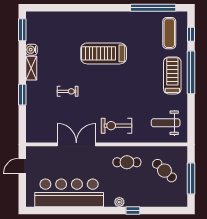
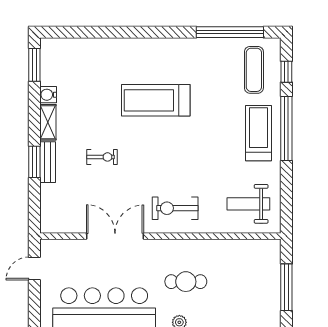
bench: (31, 95) -> (48, 162), added
cafe table: (127, 162) -> (186, 282), moved
cafe table: (164, 171) -> (247, 275), removed

